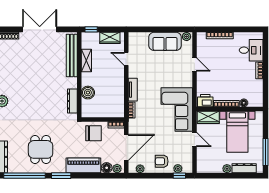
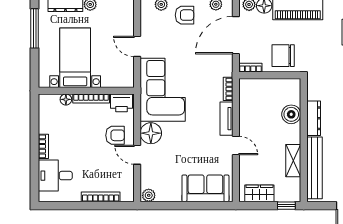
sofa: (165, 41) -> (205, 188), moved
door: (126, 59) -> (236, 146), moved
armchair: (210, 78) -> (115, 135), added
floor lamp: (185, 80) -> (151, 133), added
dresser: (72, 101) -> (314, 118), moved
wardrobe: (208, 117) -> (117, 79), removed

